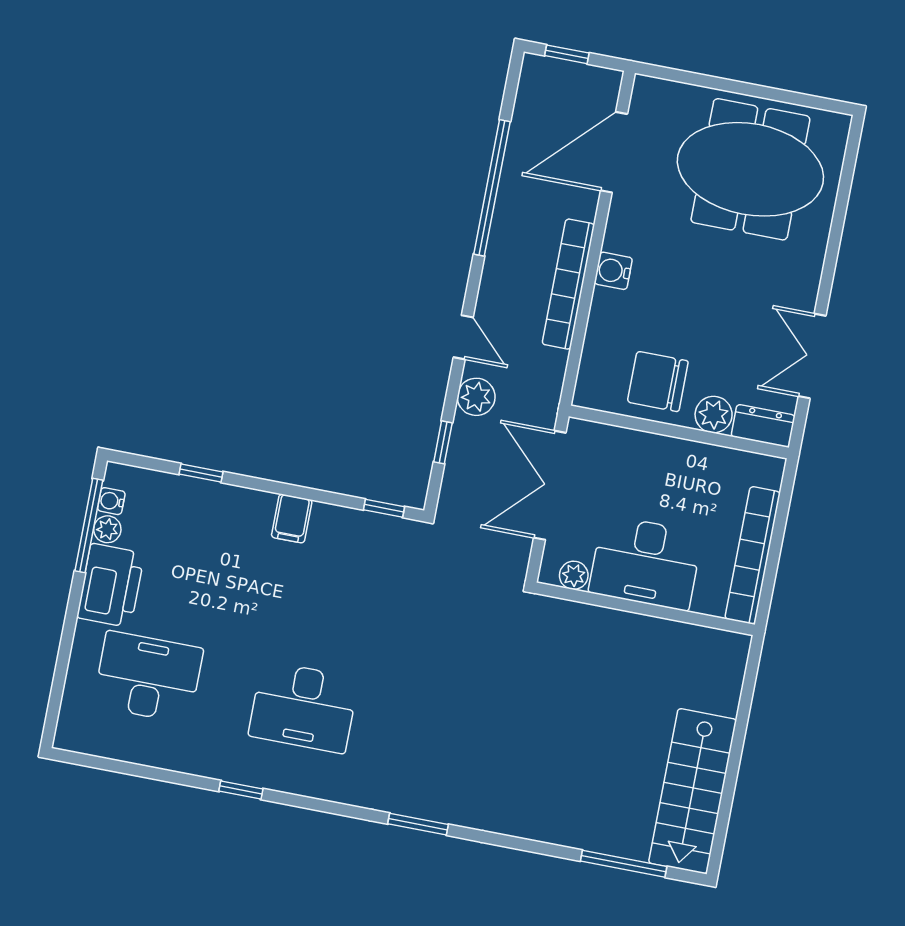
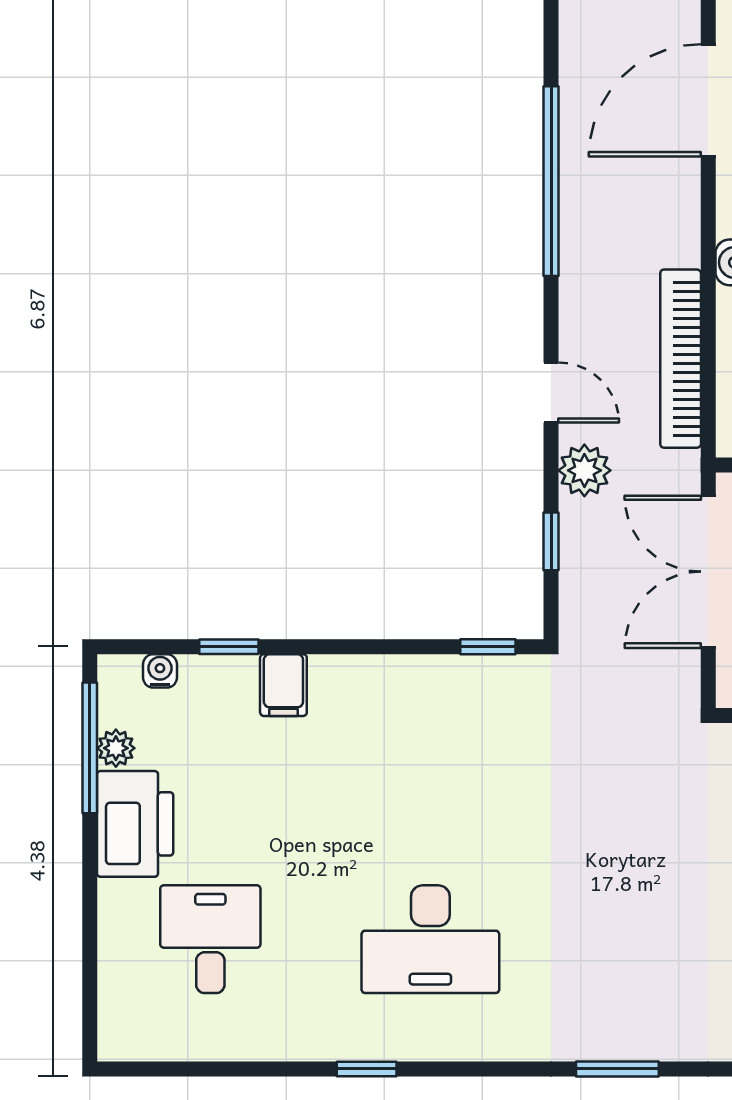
bookcase: (568, 284) -> (681, 359), moved
water cooler: (111, 501) -> (160, 671), moved, turned 90
filing cabinet: (292, 519) -> (283, 685), moved
desk: (148, 677) -> (210, 939), width x0.73

